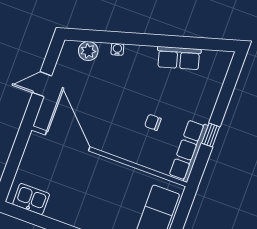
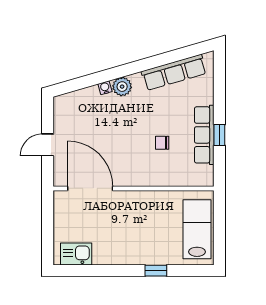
plant: (88, 51) -> (122, 87), moved
row of seats: (179, 58) -> (174, 72), width x1.48
row of seats: (188, 151) -> (204, 135), moved

